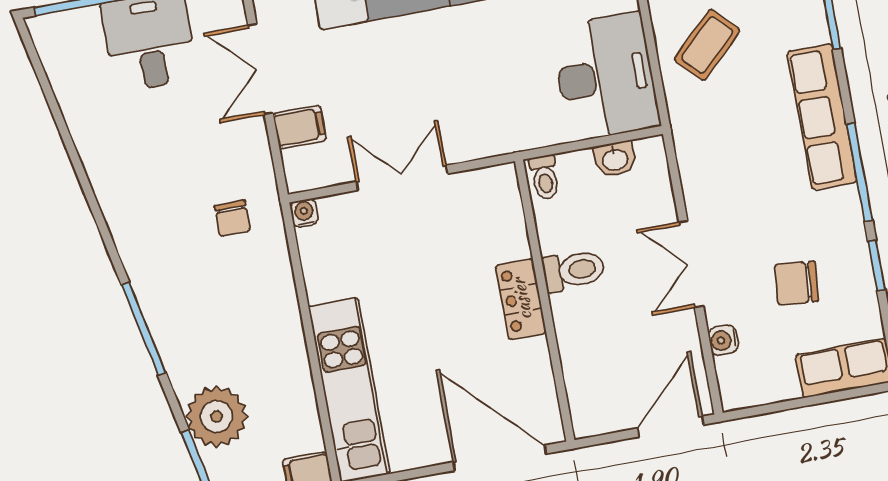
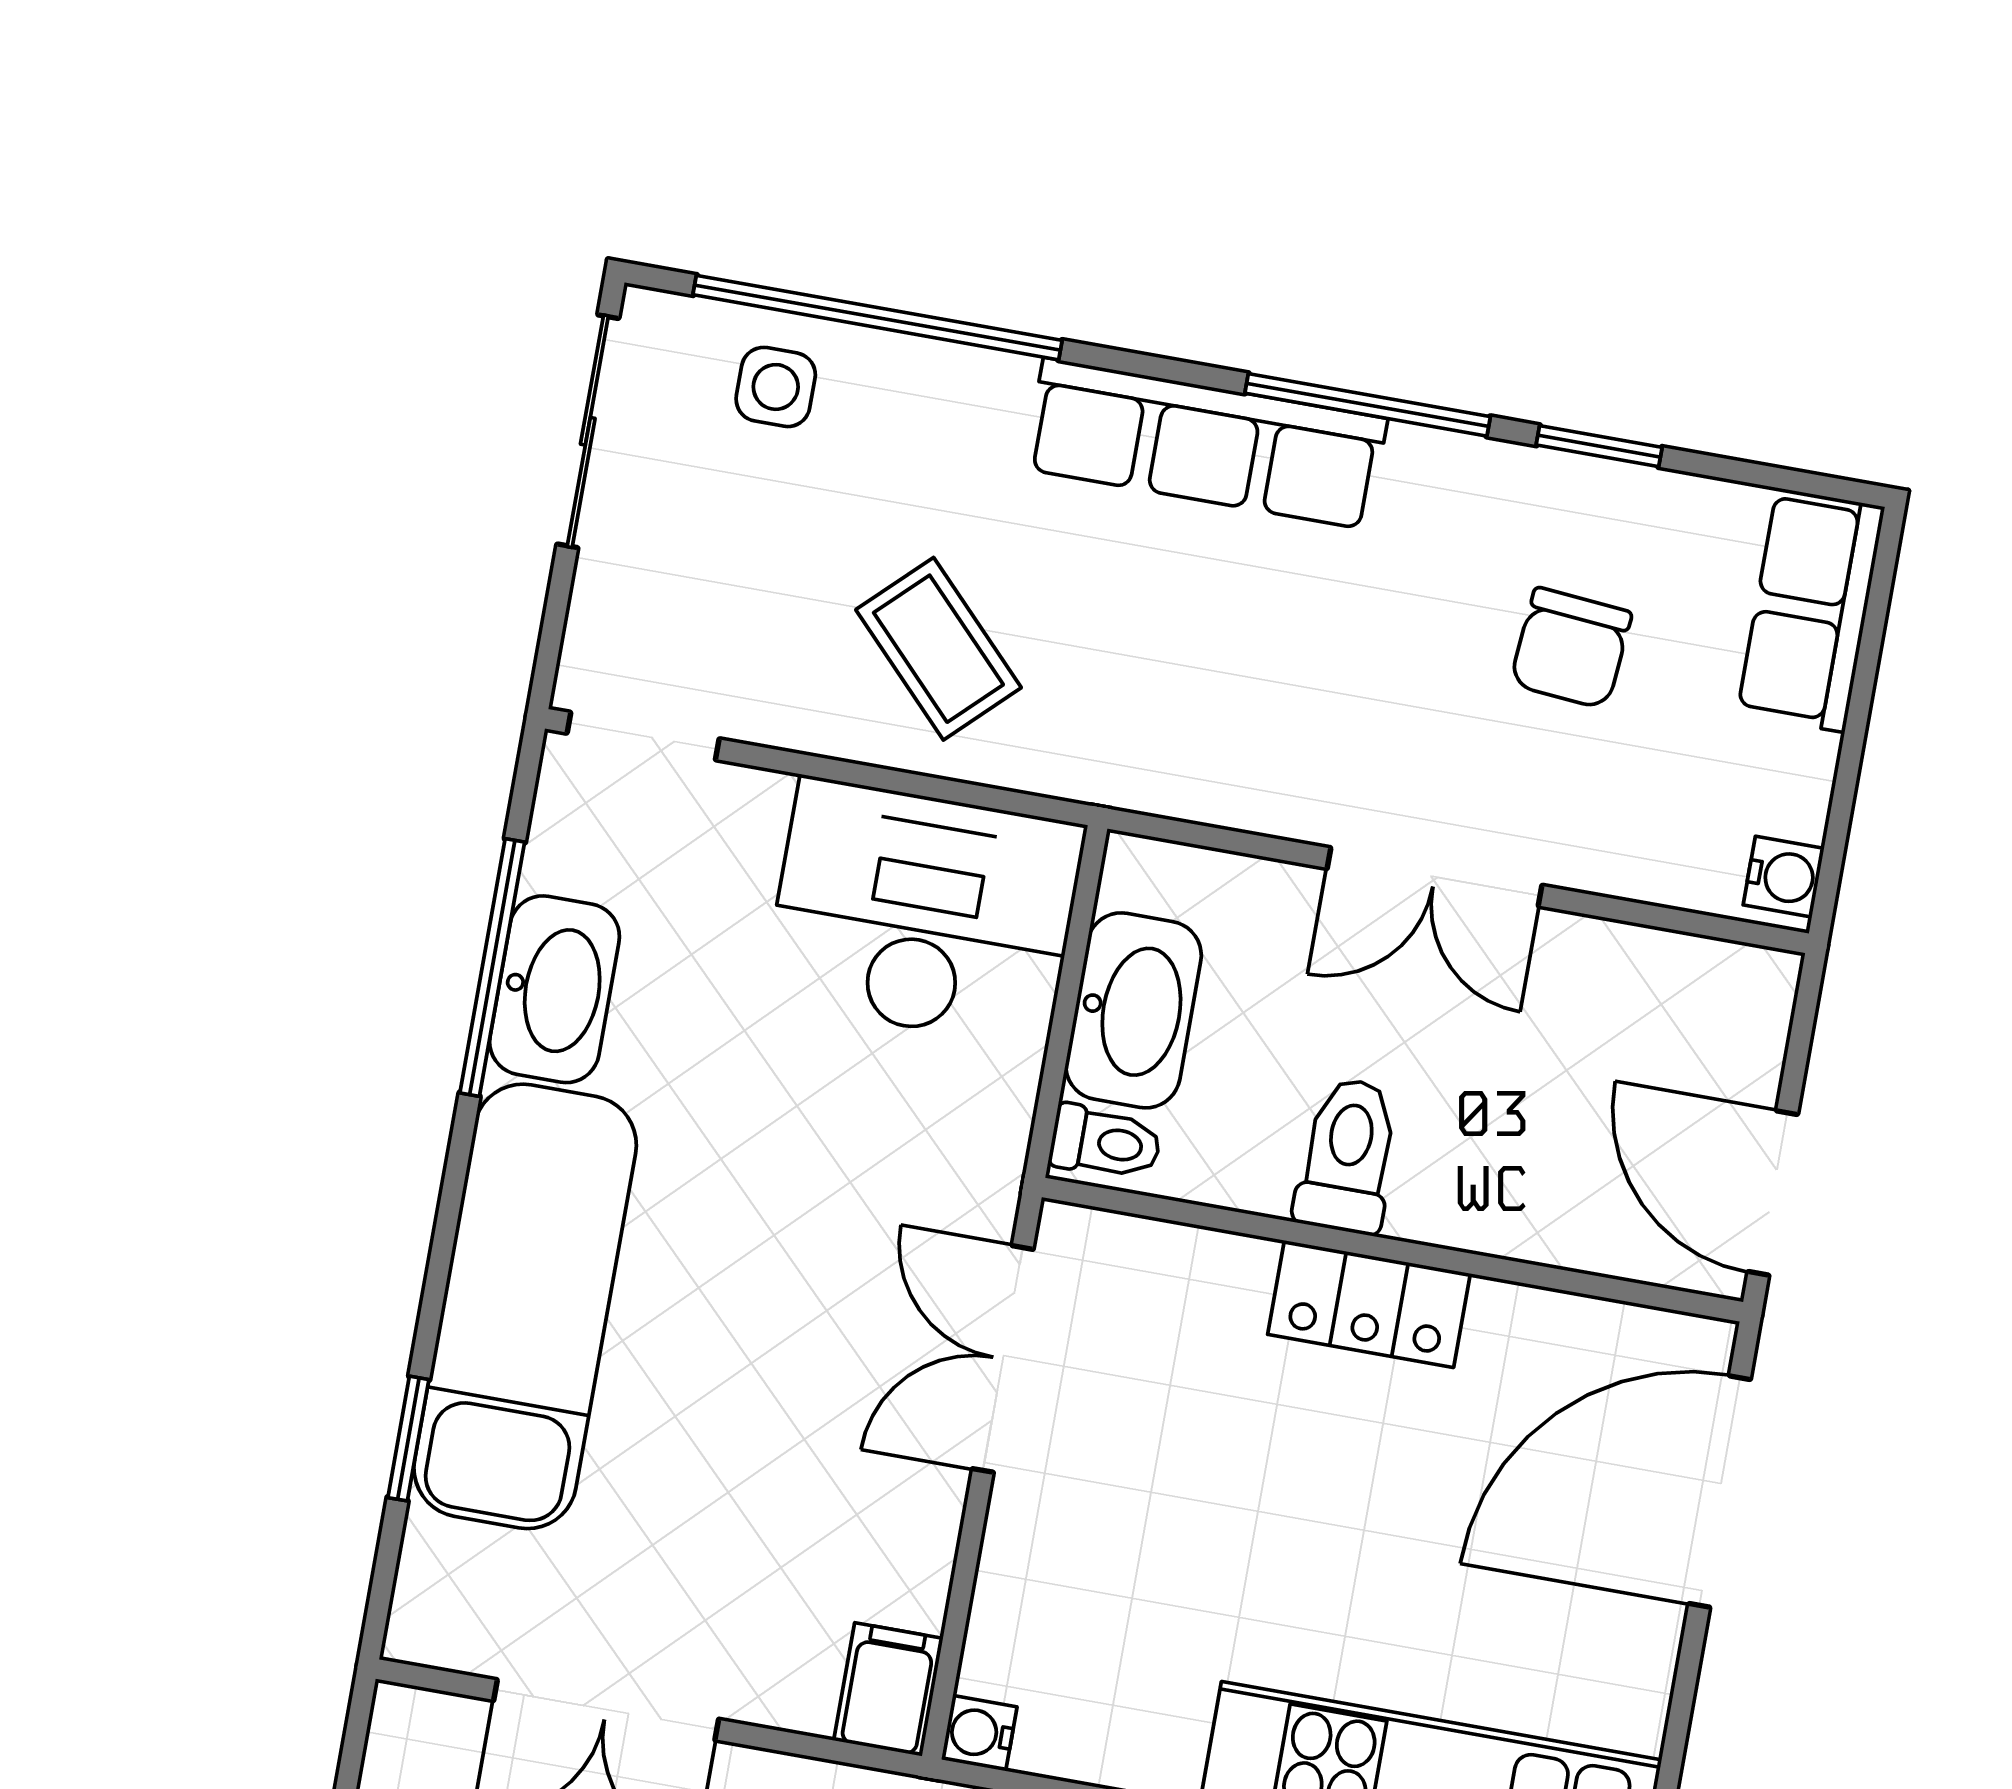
filing cabinet: (300, 127) -> (888, 1689), moved
washbasin: (615, 159) -> (1133, 1010), width x1.91, depth x1.45
double door: (402, 178) -> (1003, 1359), moved
water cooler: (723, 340) -> (1784, 877), moved, turned -90
door: (671, 427) -> (1773, 1193), moved

